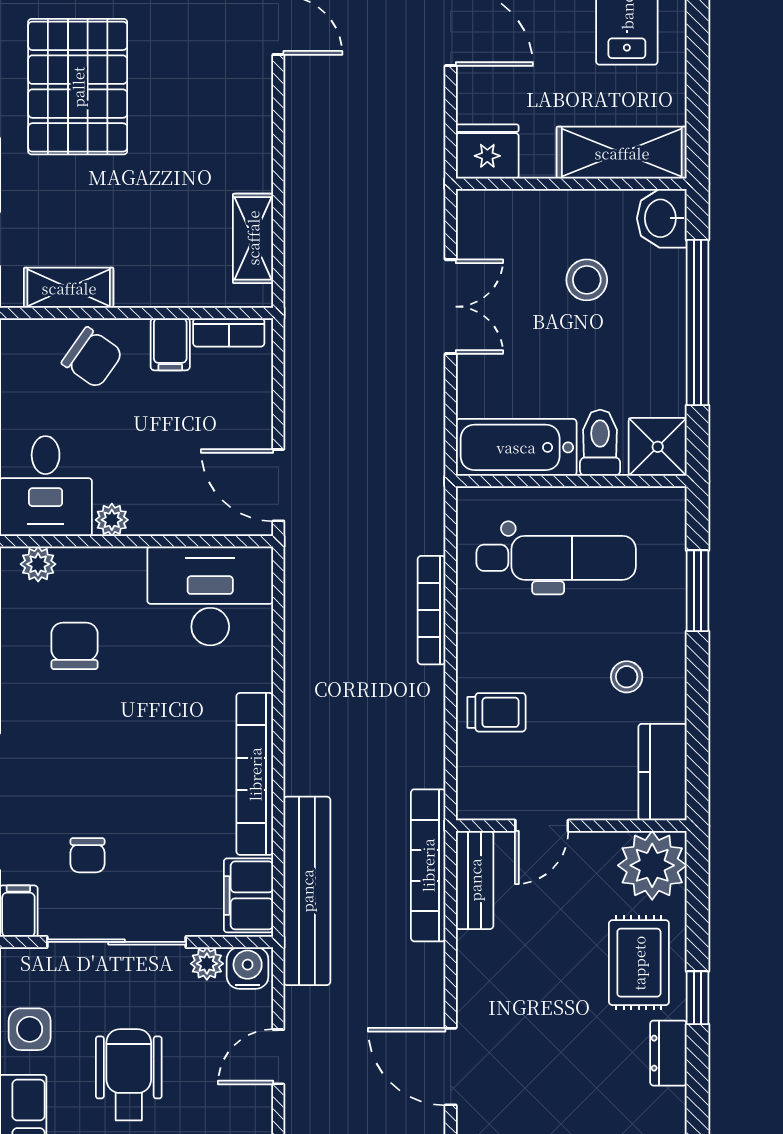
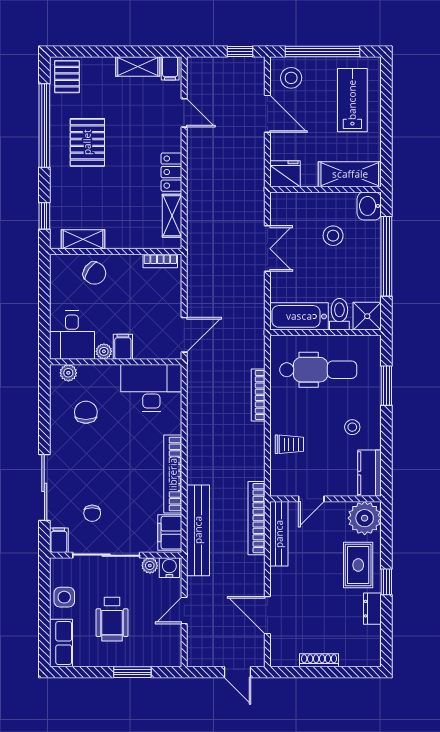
pallet: (78, 87) -> (87, 142), width x0.73, depth x0.71
locker: (252, 148) -> (171, 172), added
filing cabinet: (170, 344) -> (123, 347), moved, turned 180
door: (278, 485) -> (184, 335), swing flipped
bench: (475, 880) -> (279, 534), width x1.36
wheelchair: (129, 1075) -> (112, 619), turned 180

